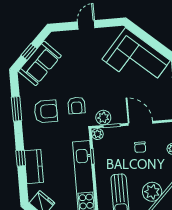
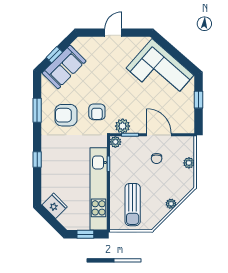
armchair: (46, 111) -> (66, 115), turned 180
kitchen counter: (34, 167) -> (49, 169), removed
plant: (152, 192) -> (171, 204), width x0.53, depth x0.53

